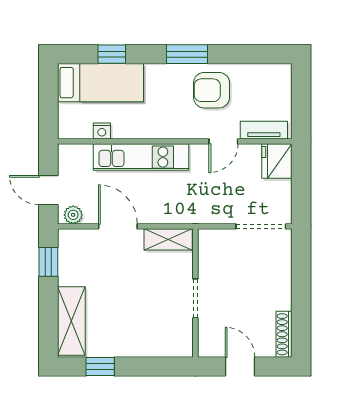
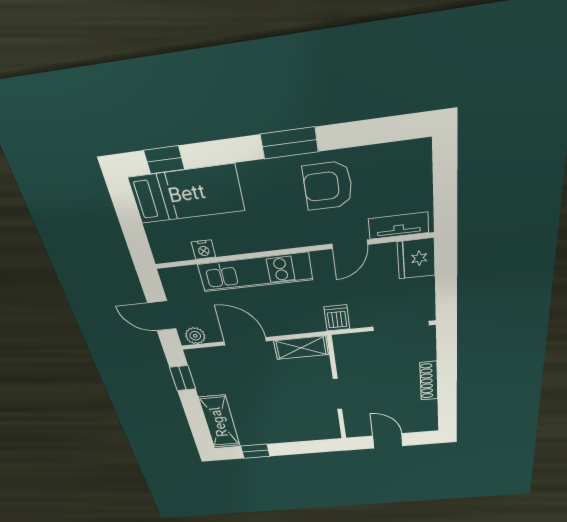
window: (112, 54) -> (164, 160), moved
dishwasher: (205, 211) -> (337, 318), added
shoe rack: (284, 334) -> (429, 381), moved

